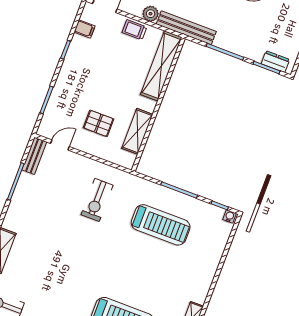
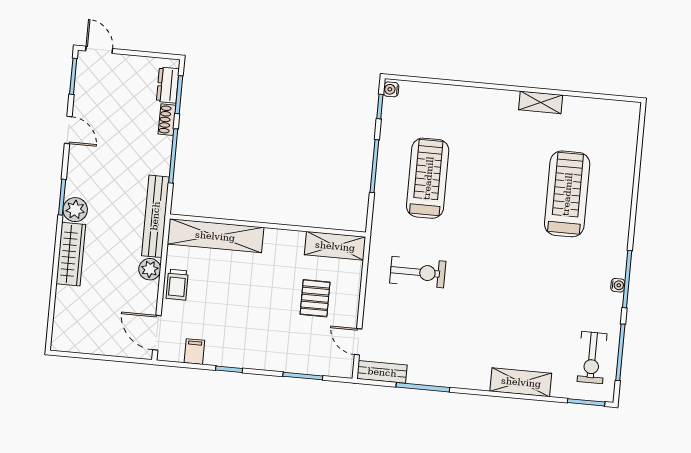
shoe rack: (251, 54) -> (167, 120), added
shelving: (137, 131) -> (335, 246), moved

